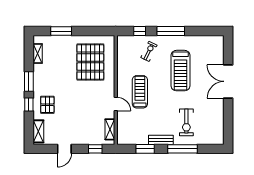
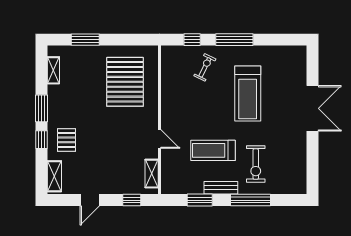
double door: (228, 81) -> (313, 108), swing flipped
treadmill: (140, 92) -> (213, 150), moved, turned -90

